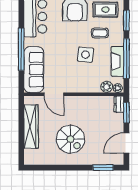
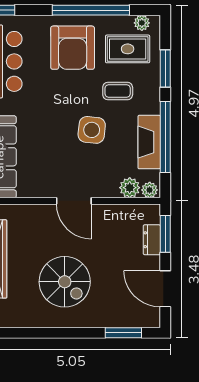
door: (54, 94) -> (74, 201), moved
dresser: (119, 104) -> (152, 240), moved
door: (126, 143) -> (165, 289), hinge flipped

